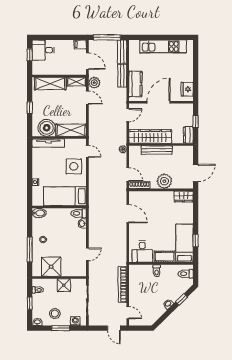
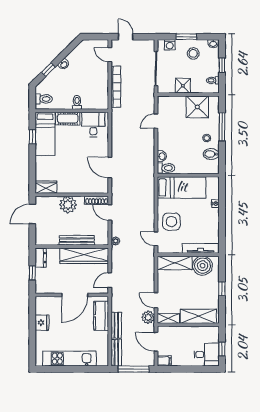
fridge: (187, 89) -> (42, 323), moved
bidet: (39, 213) -> (211, 154), moved

